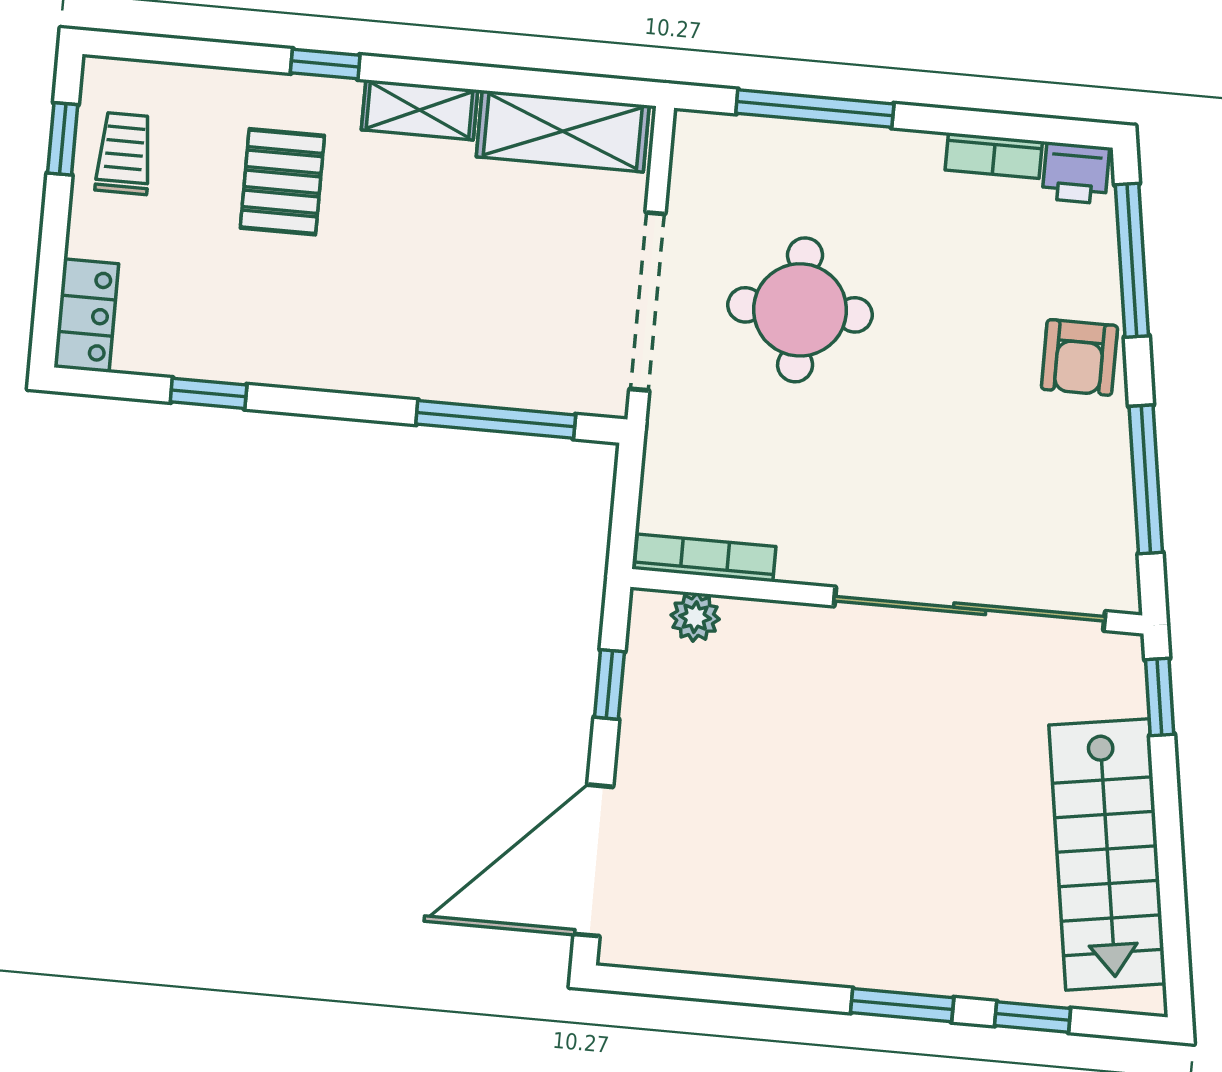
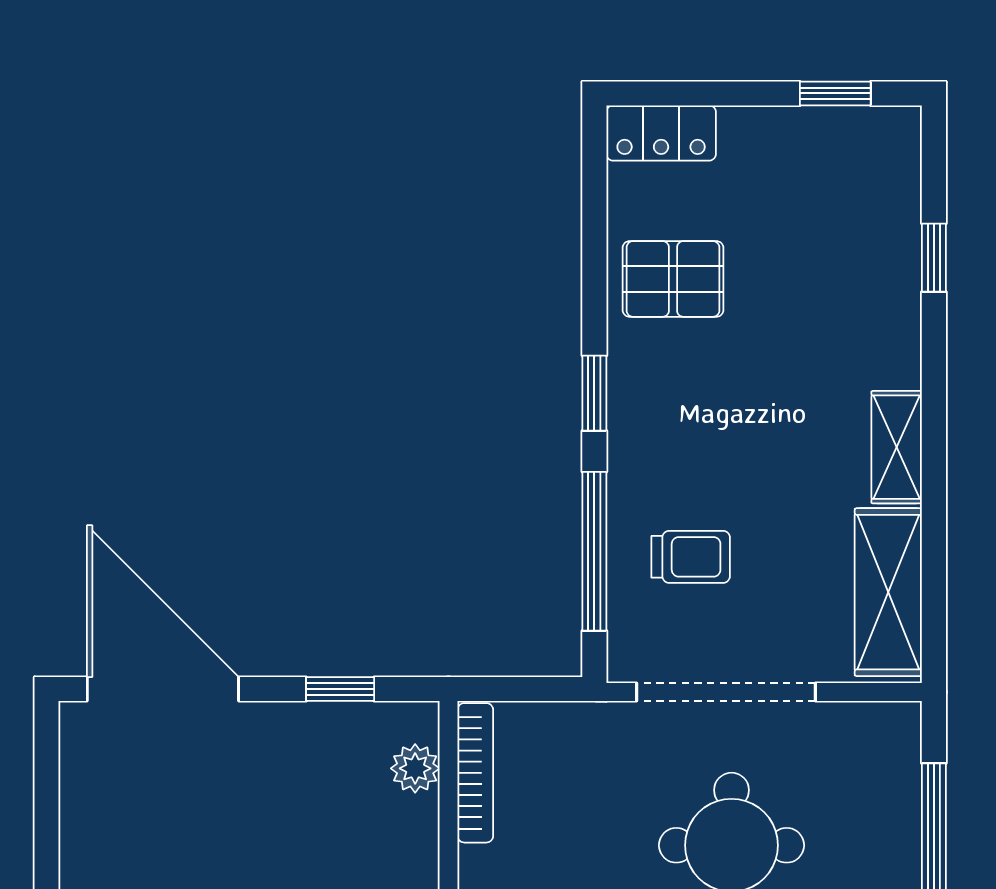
window: (325, 64) -> (934, 258), moved
trolley: (124, 153) -> (691, 557), moved
pallet: (282, 182) -> (673, 279), moved
window: (209, 393) -> (594, 393), moved

